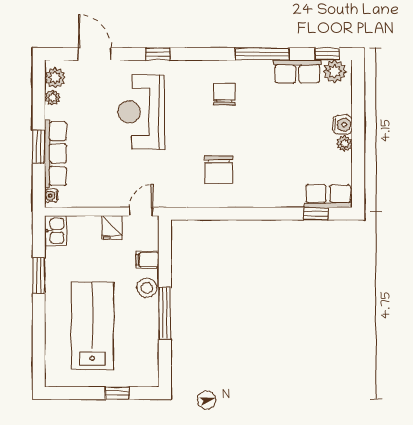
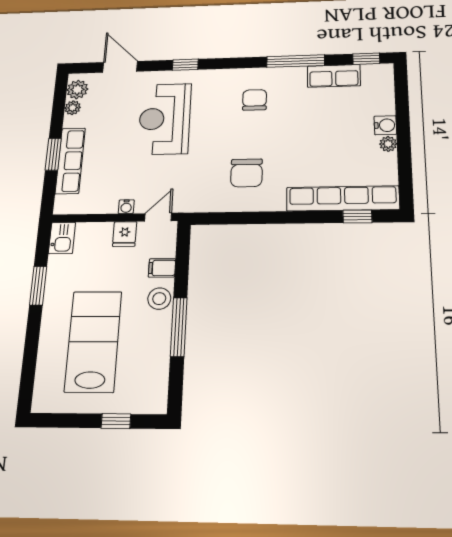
plant: (335, 71) -> (375, 75), removed
water cooler: (51, 196) -> (126, 207), moved, turned -90
row of seats: (328, 196) -> (343, 198), width x2.02

